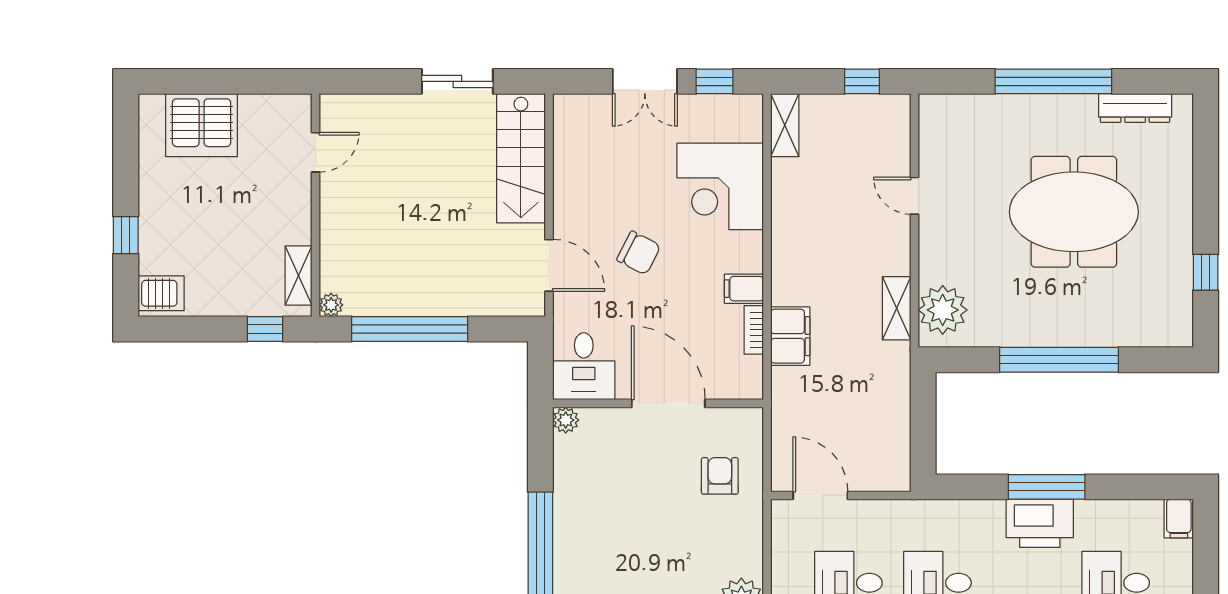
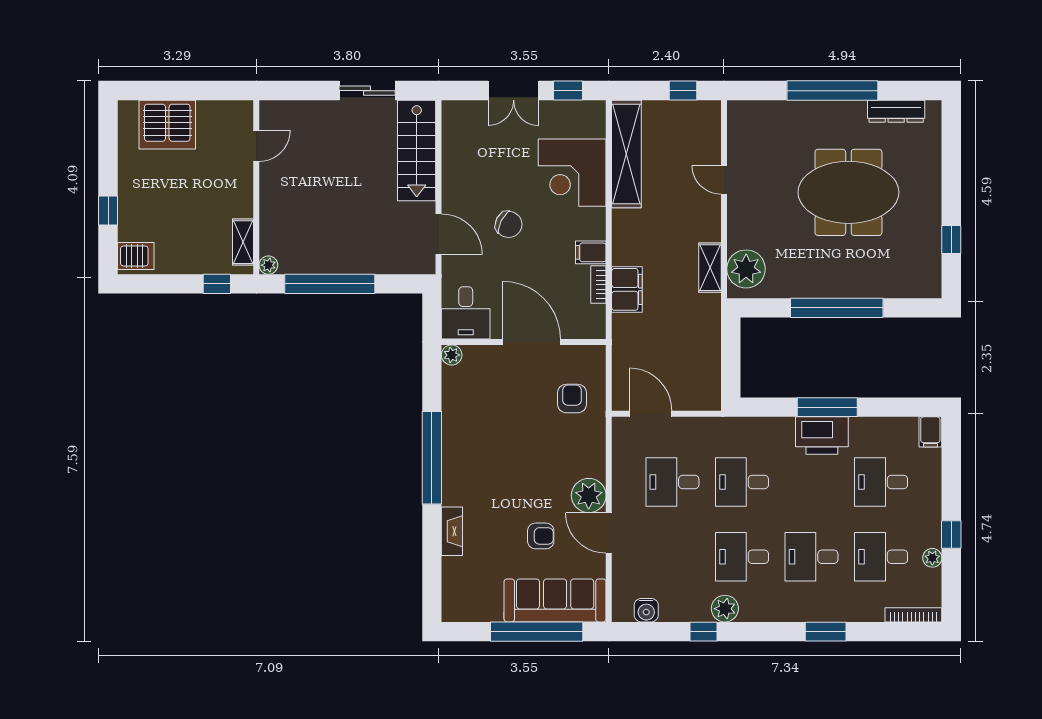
shelving: (785, 125) -> (626, 154), width x2.20, depth x1.33

